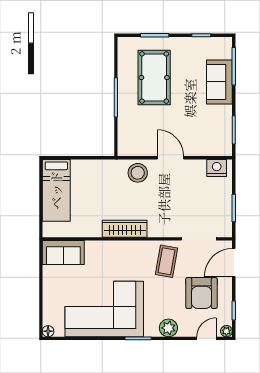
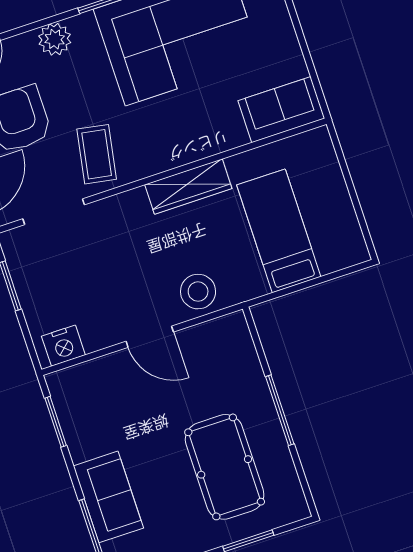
bed: (56, 190) -> (279, 231), moved

